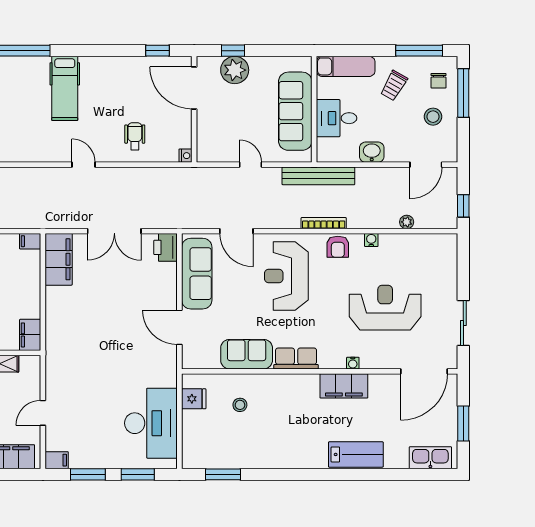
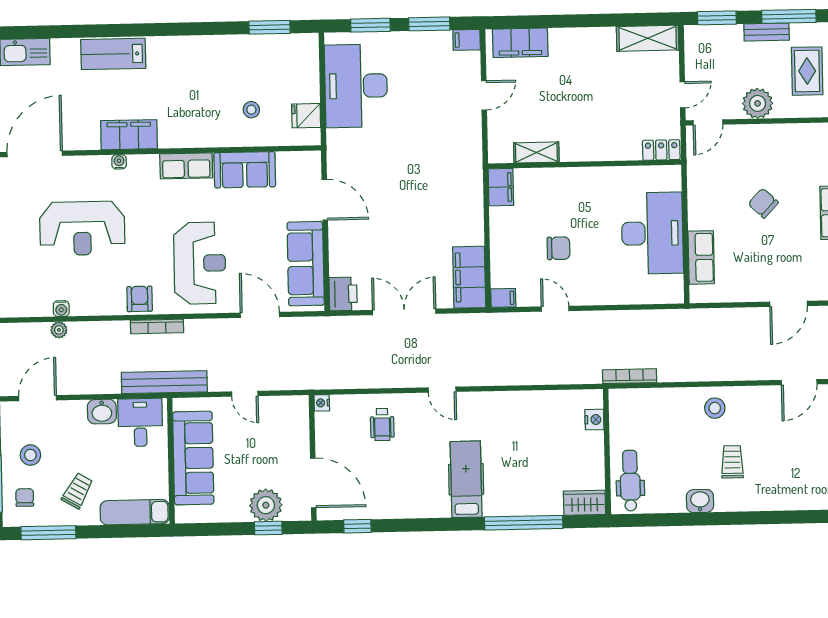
desk: (337, 118) -> (140, 422), moved, turned -90
water cooler: (371, 240) -> (61, 309), moved

